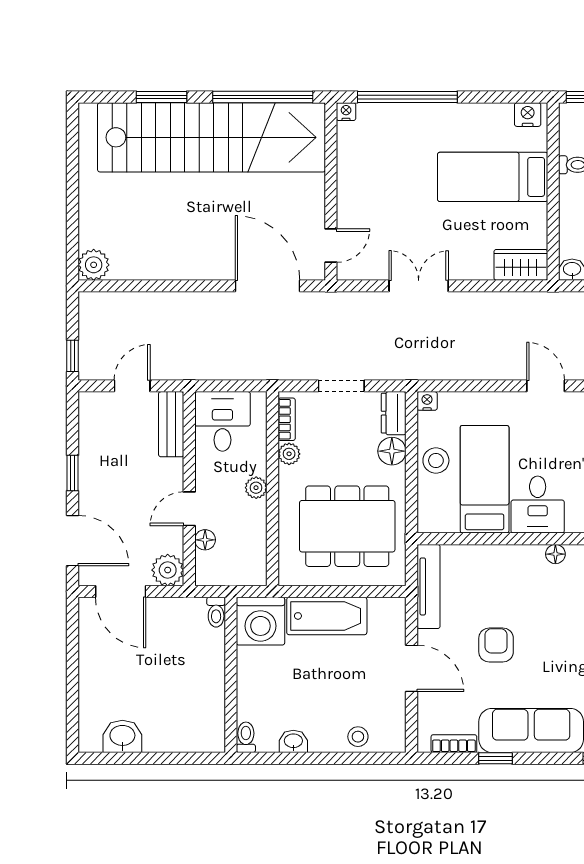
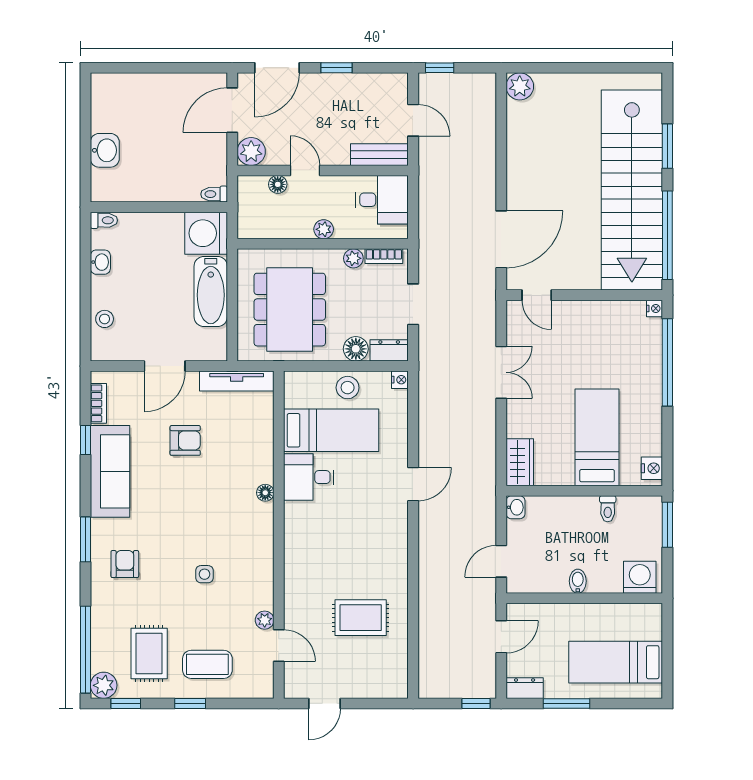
washbasin: (122, 736) -> (105, 150), moved

